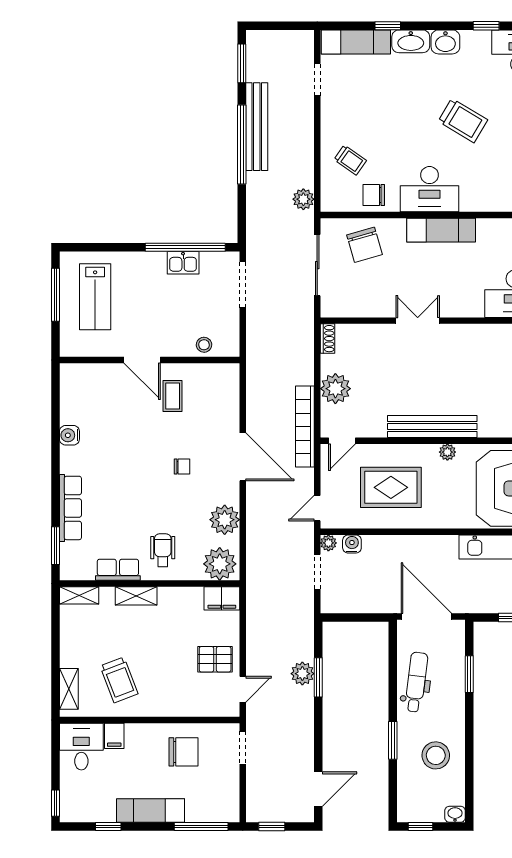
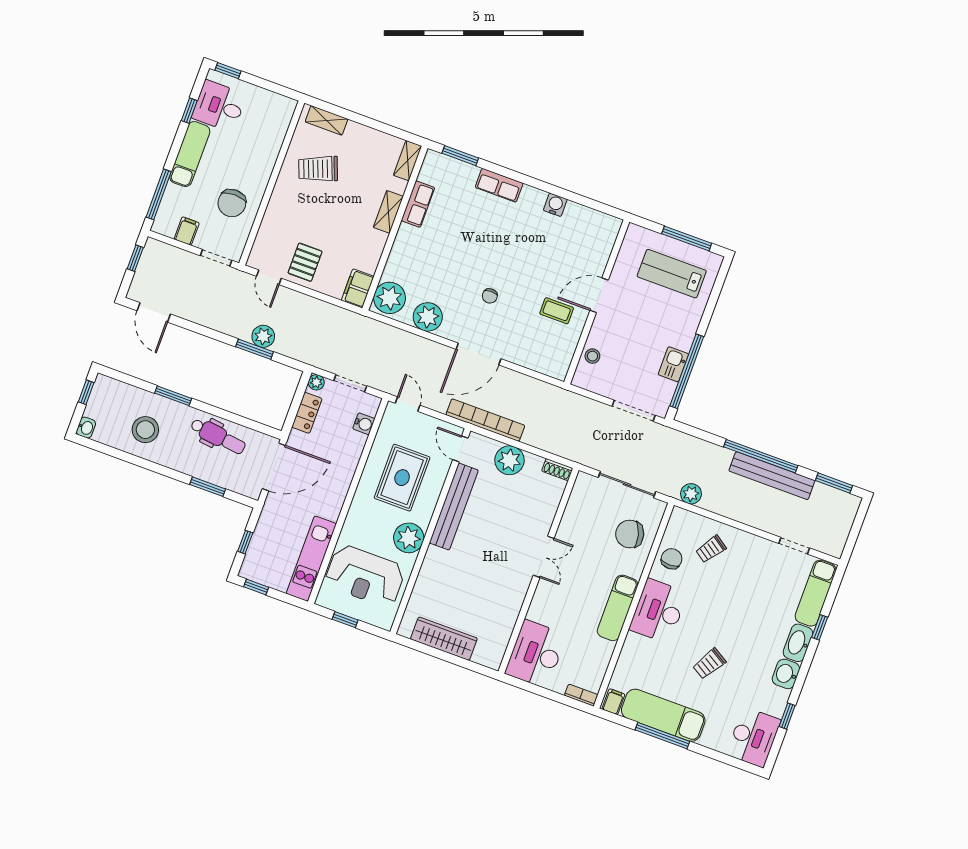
trolley: (463, 121) -> (709, 664), width x0.73, depth x0.72
bench: (432, 426) -> (454, 507), moved
plant: (447, 452) -> (409, 538), width x1.87, depth x1.87
row of seats: (70, 508) -> (499, 185), width x0.68
plant: (328, 543) -> (316, 382), moved
wheelchair: (163, 550) -> (421, 251), removed
locker: (362, 604) -> (307, 413), added
filing cabinet: (114, 736) -> (187, 231), moved, turned 90
desk: (81, 747) -> (219, 106), moved, turned 180

